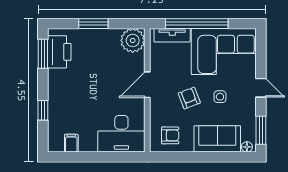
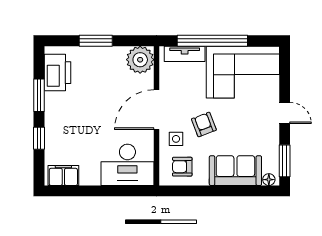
window: (43, 54) -> (39, 95), moved
door: (147, 85) -> (157, 110), width x1.36
side table: (220, 97) -> (176, 139), moved
armchair: (170, 135) -> (182, 167), turned 180
filing cabinet: (71, 143) -> (63, 175), width x2.00

